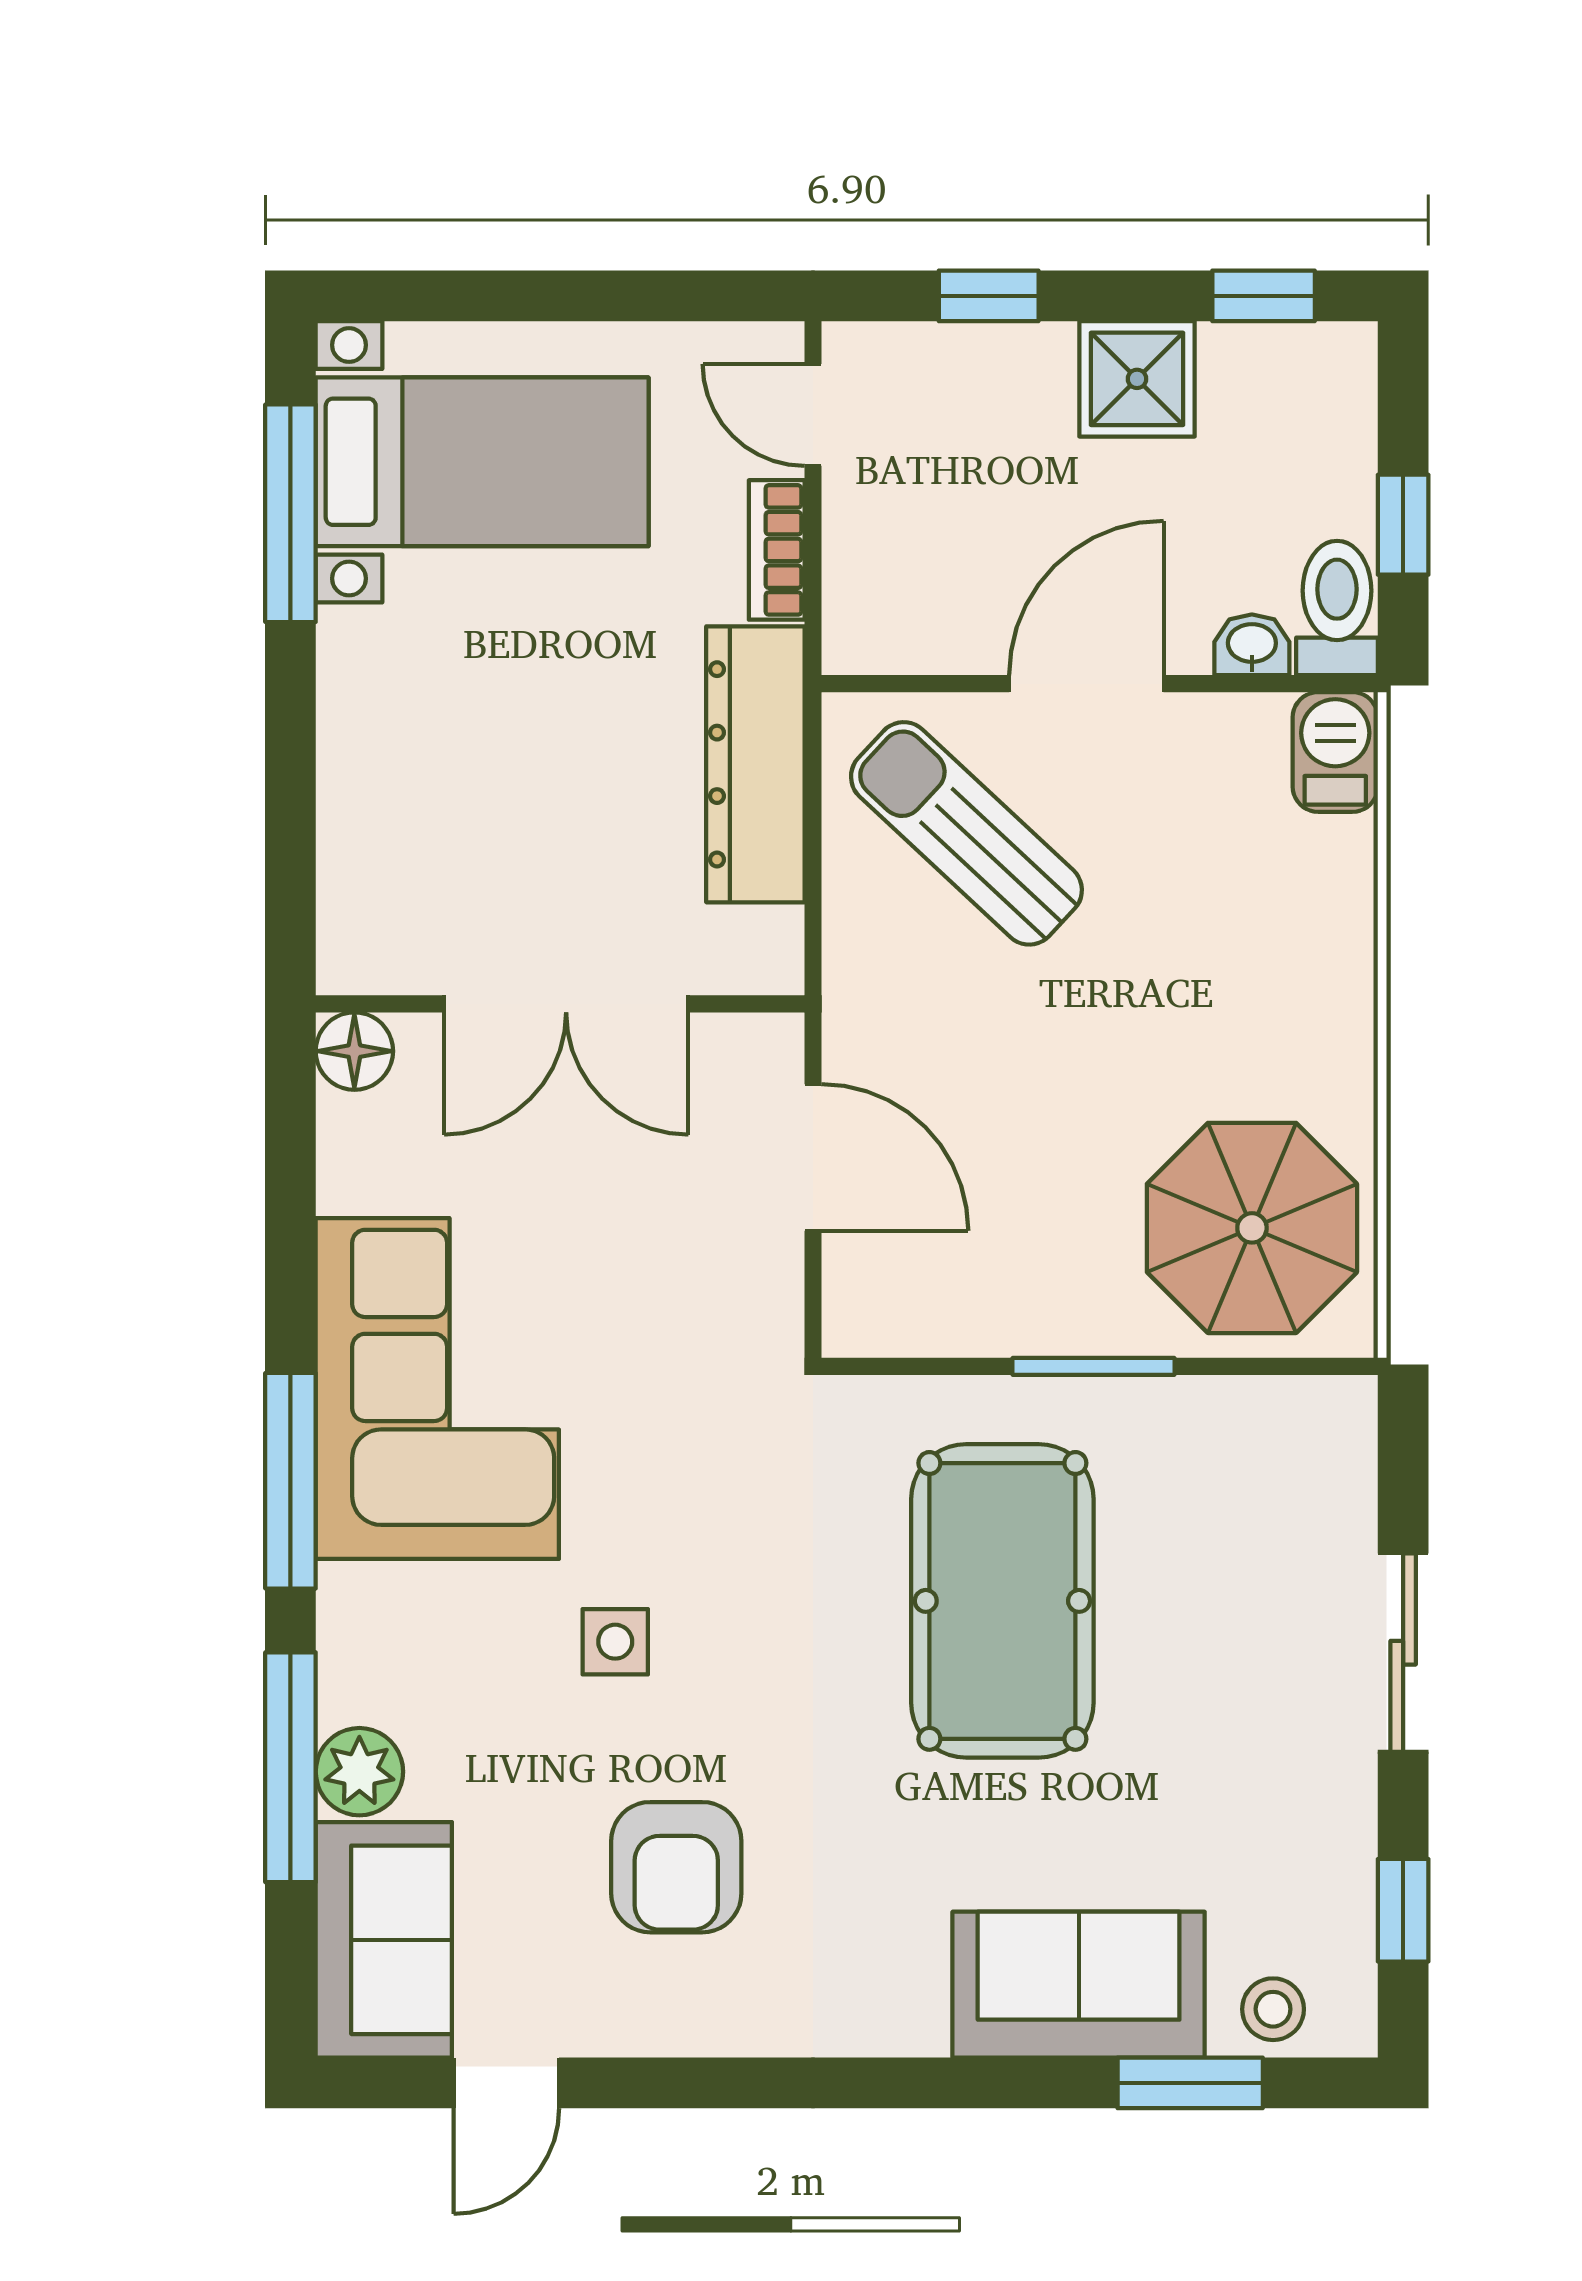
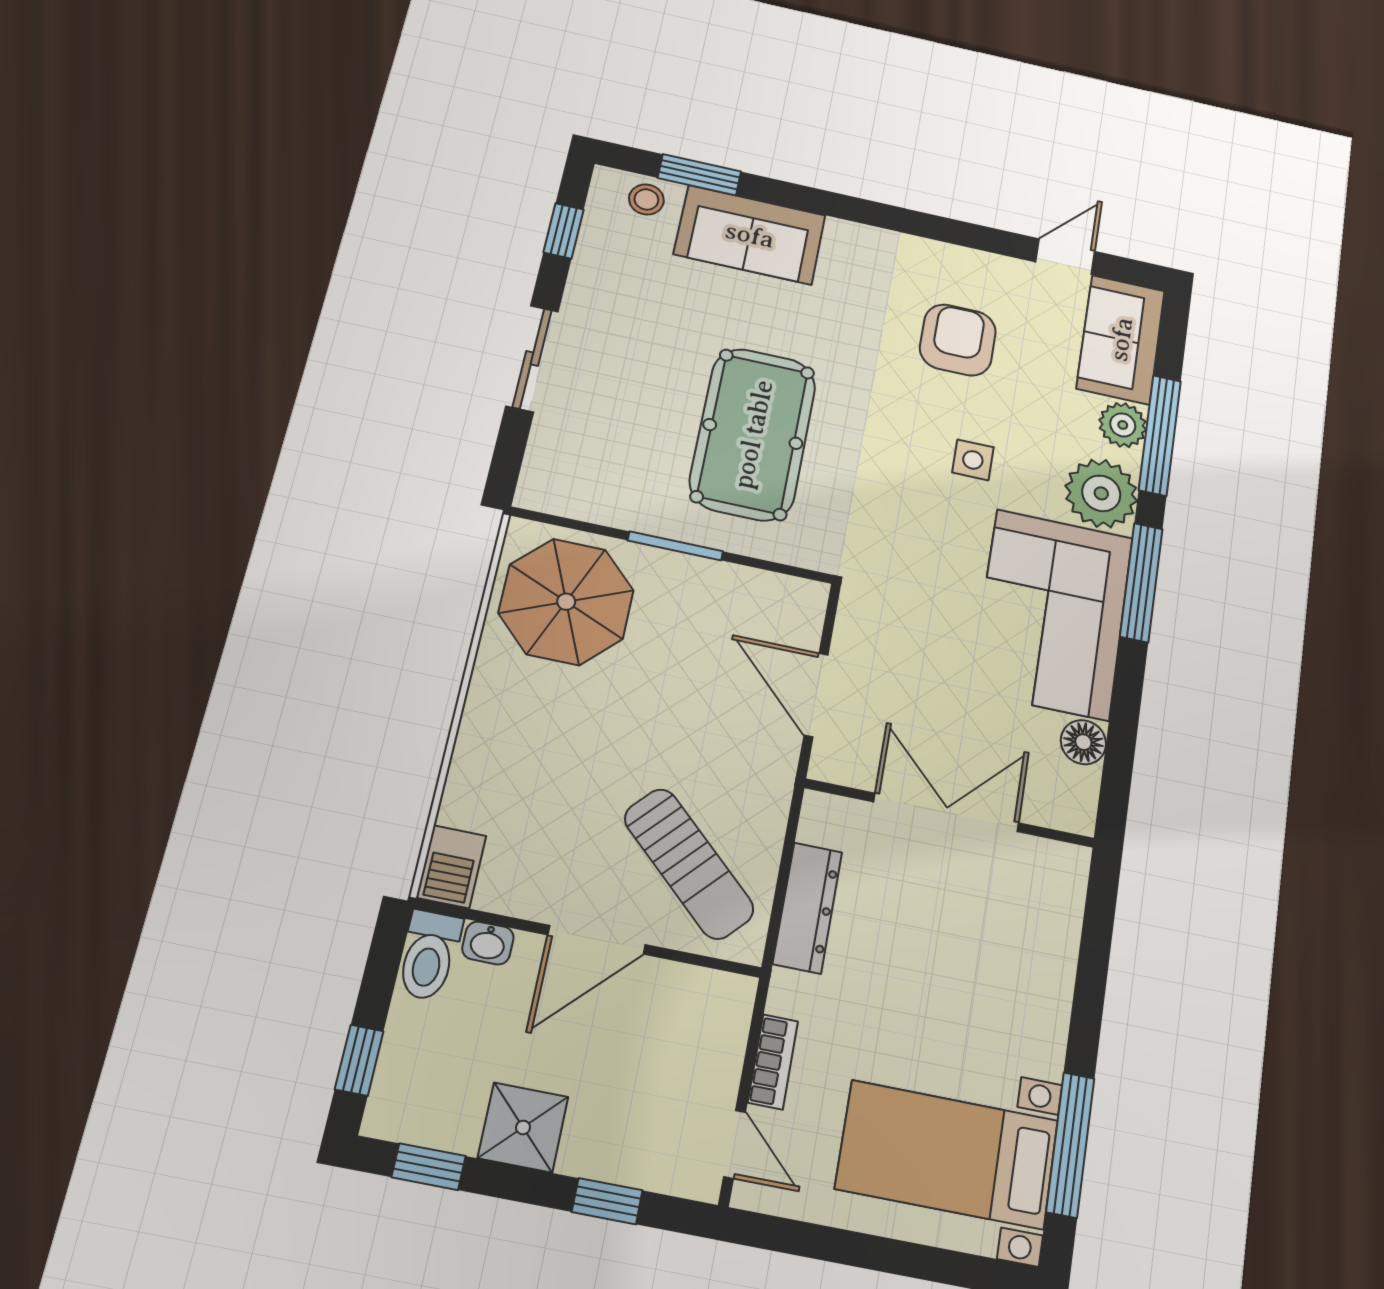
window: (1403, 525) -> (359, 1060), moved
dresser: (755, 764) -> (808, 908), width x0.73, depth x0.80
floor lamp: (354, 1051) -> (1083, 742), moved
plant: (381, 1631) -> (1101, 493), added

